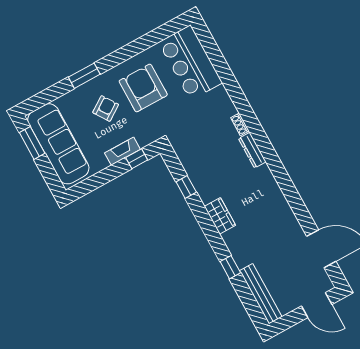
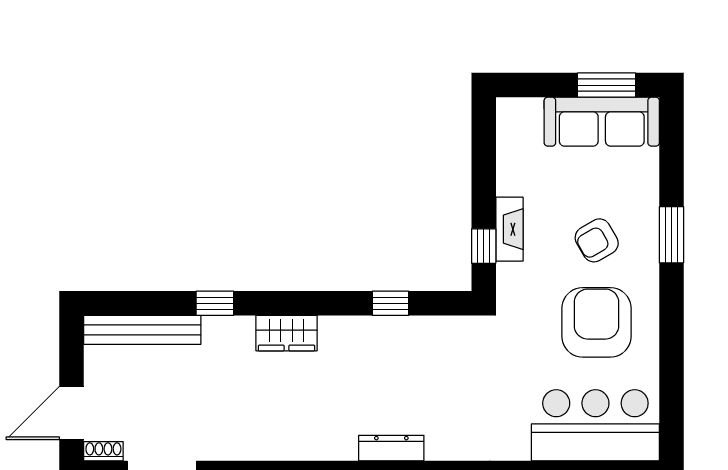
armchair: (143, 88) -> (596, 322), turned -90
armchair: (106, 108) -> (597, 240), turned 94
shoe rack: (240, 124) -> (103, 451), moved
sofa: (58, 144) -> (602, 122), width x0.74, depth x0.79
wardrobe: (220, 216) -> (287, 333), moved

